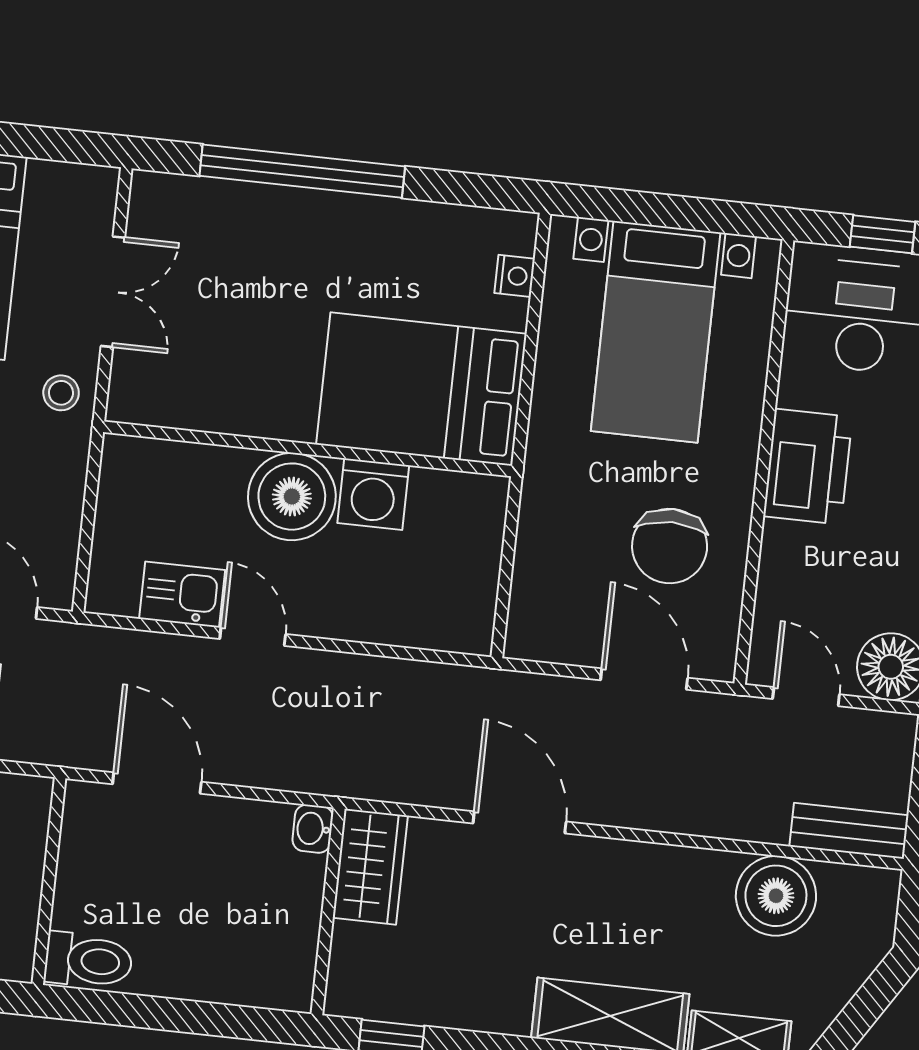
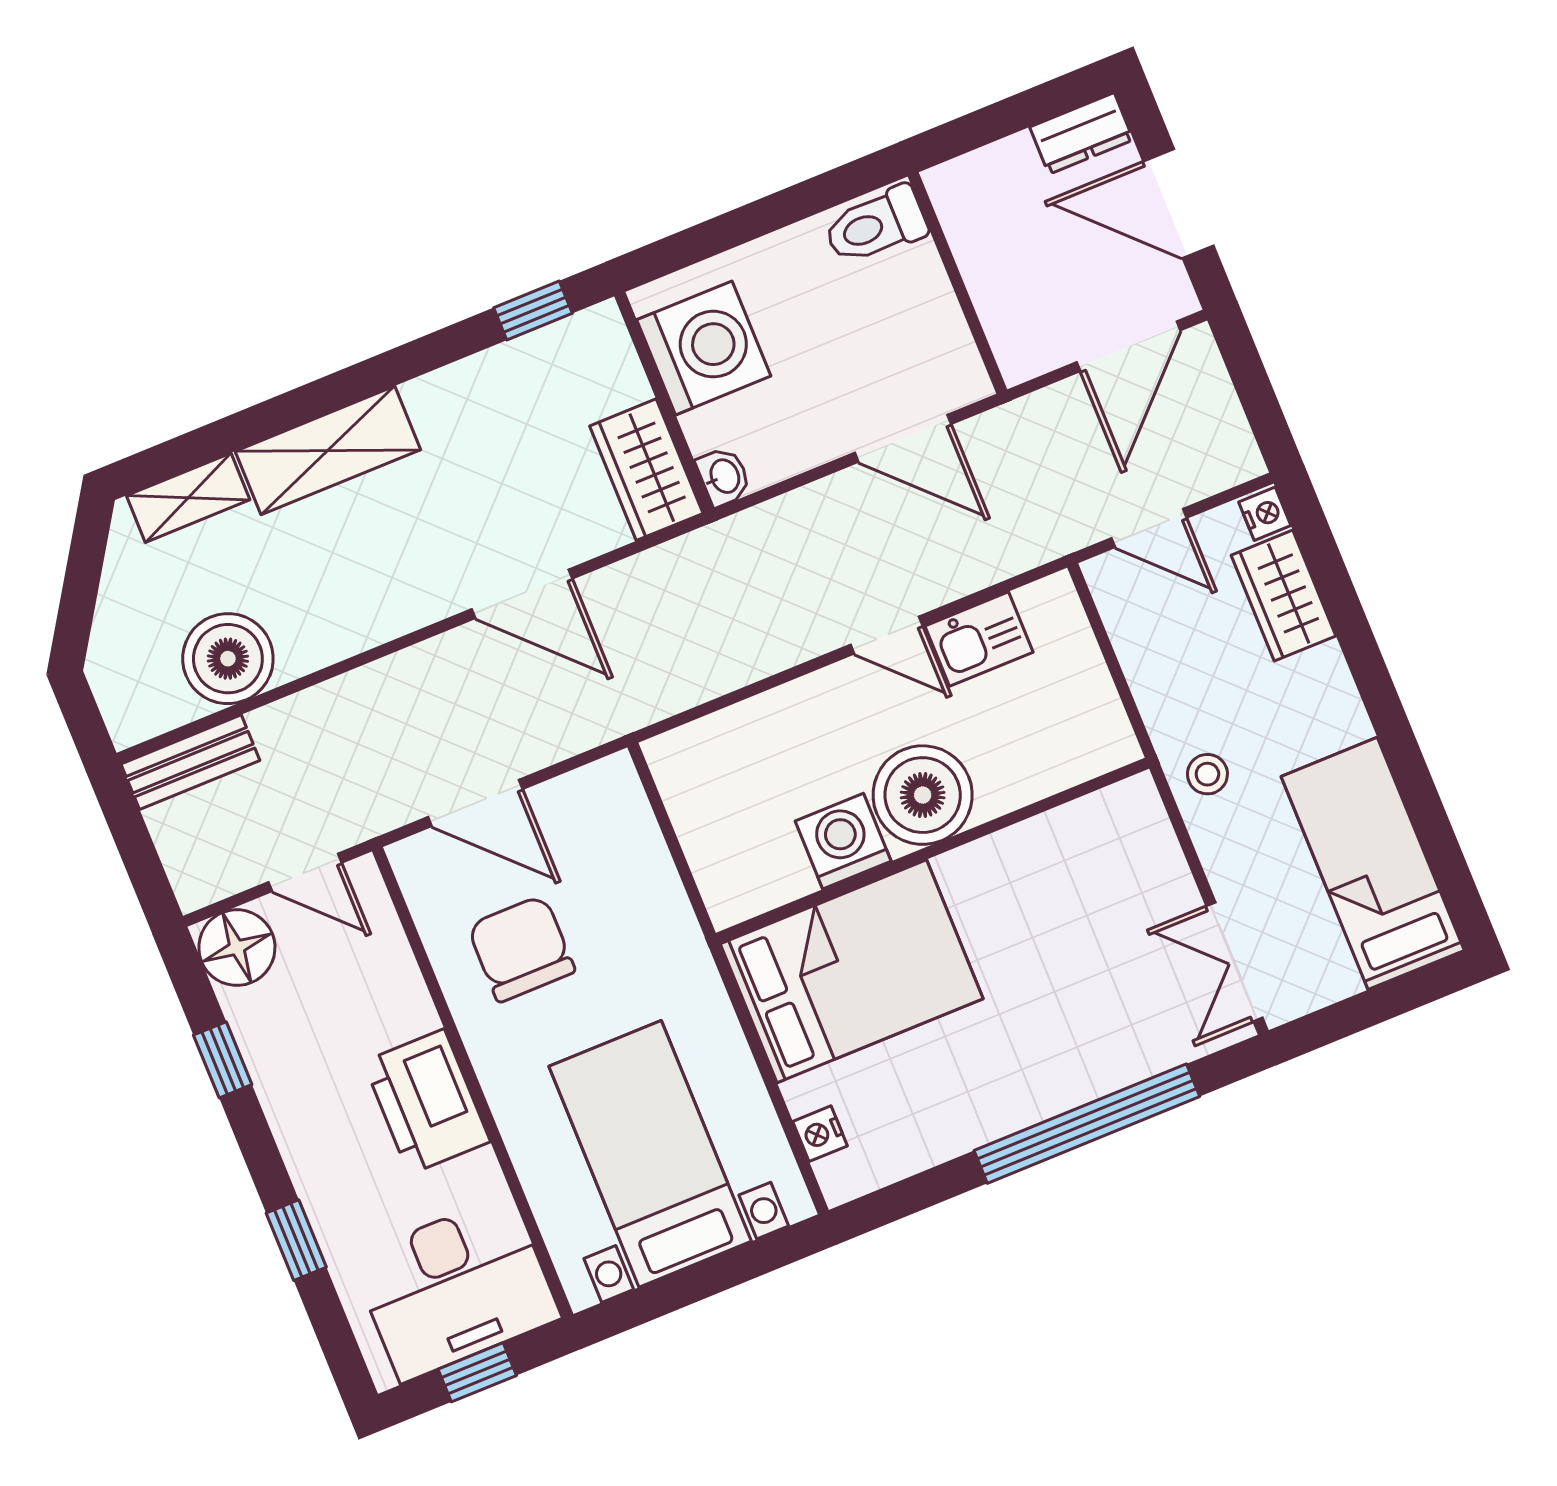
double door: (113, 292) -> (1235, 962), moved
washing machine: (274, 937) -> (704, 348), added

